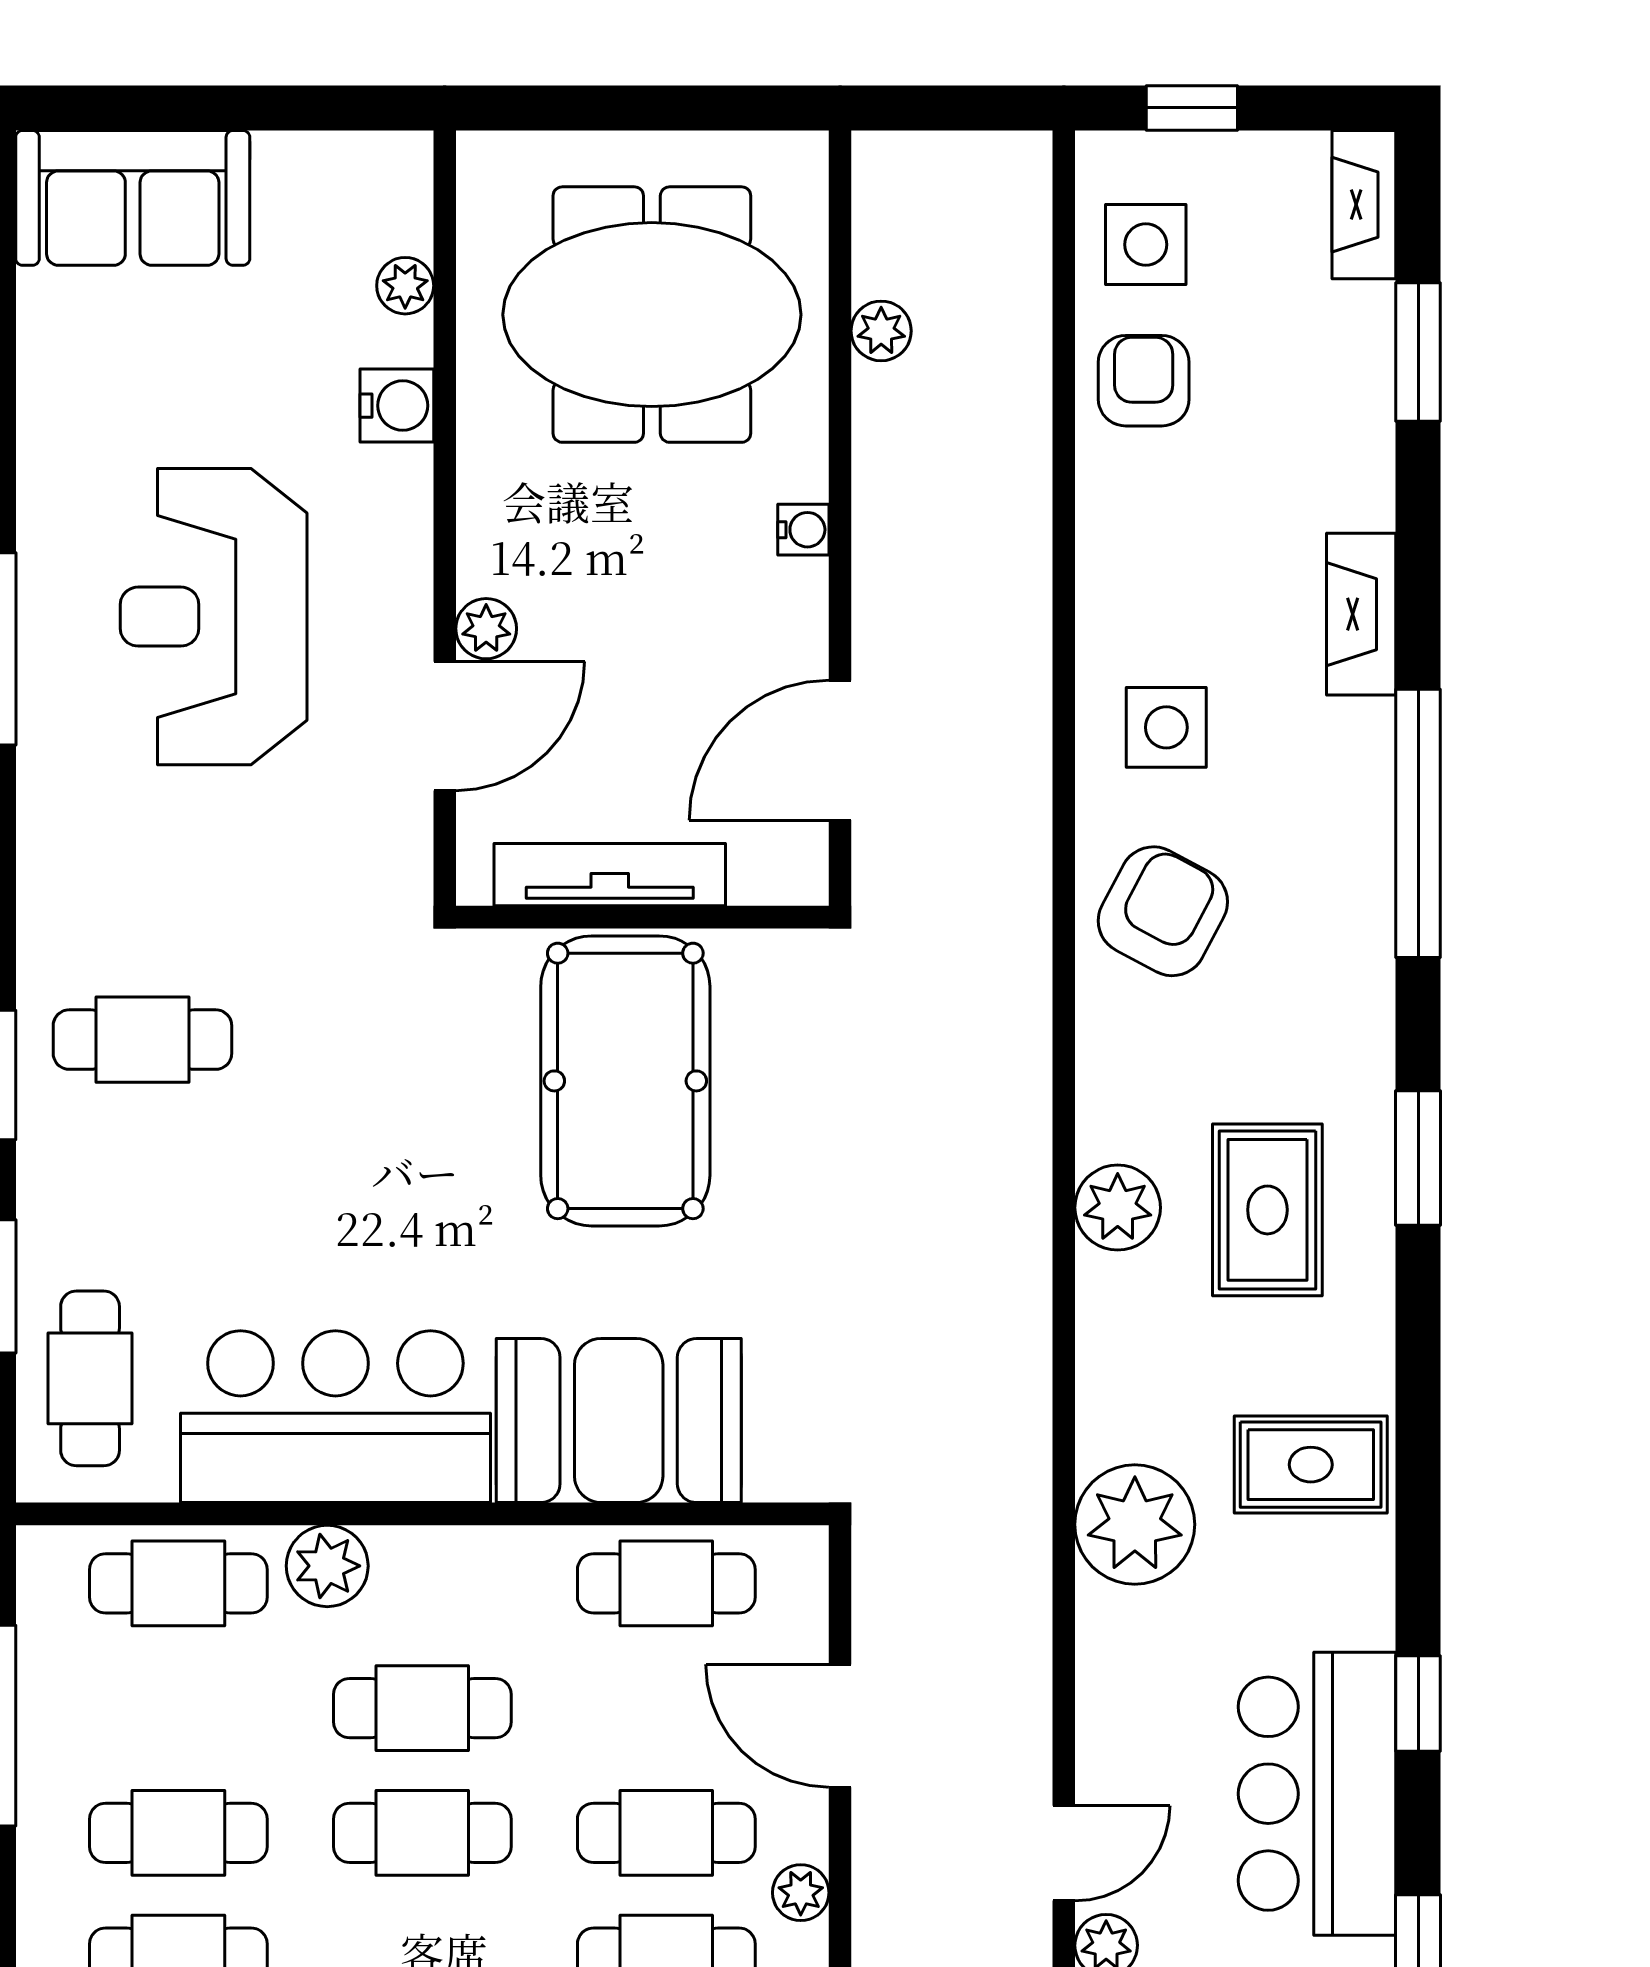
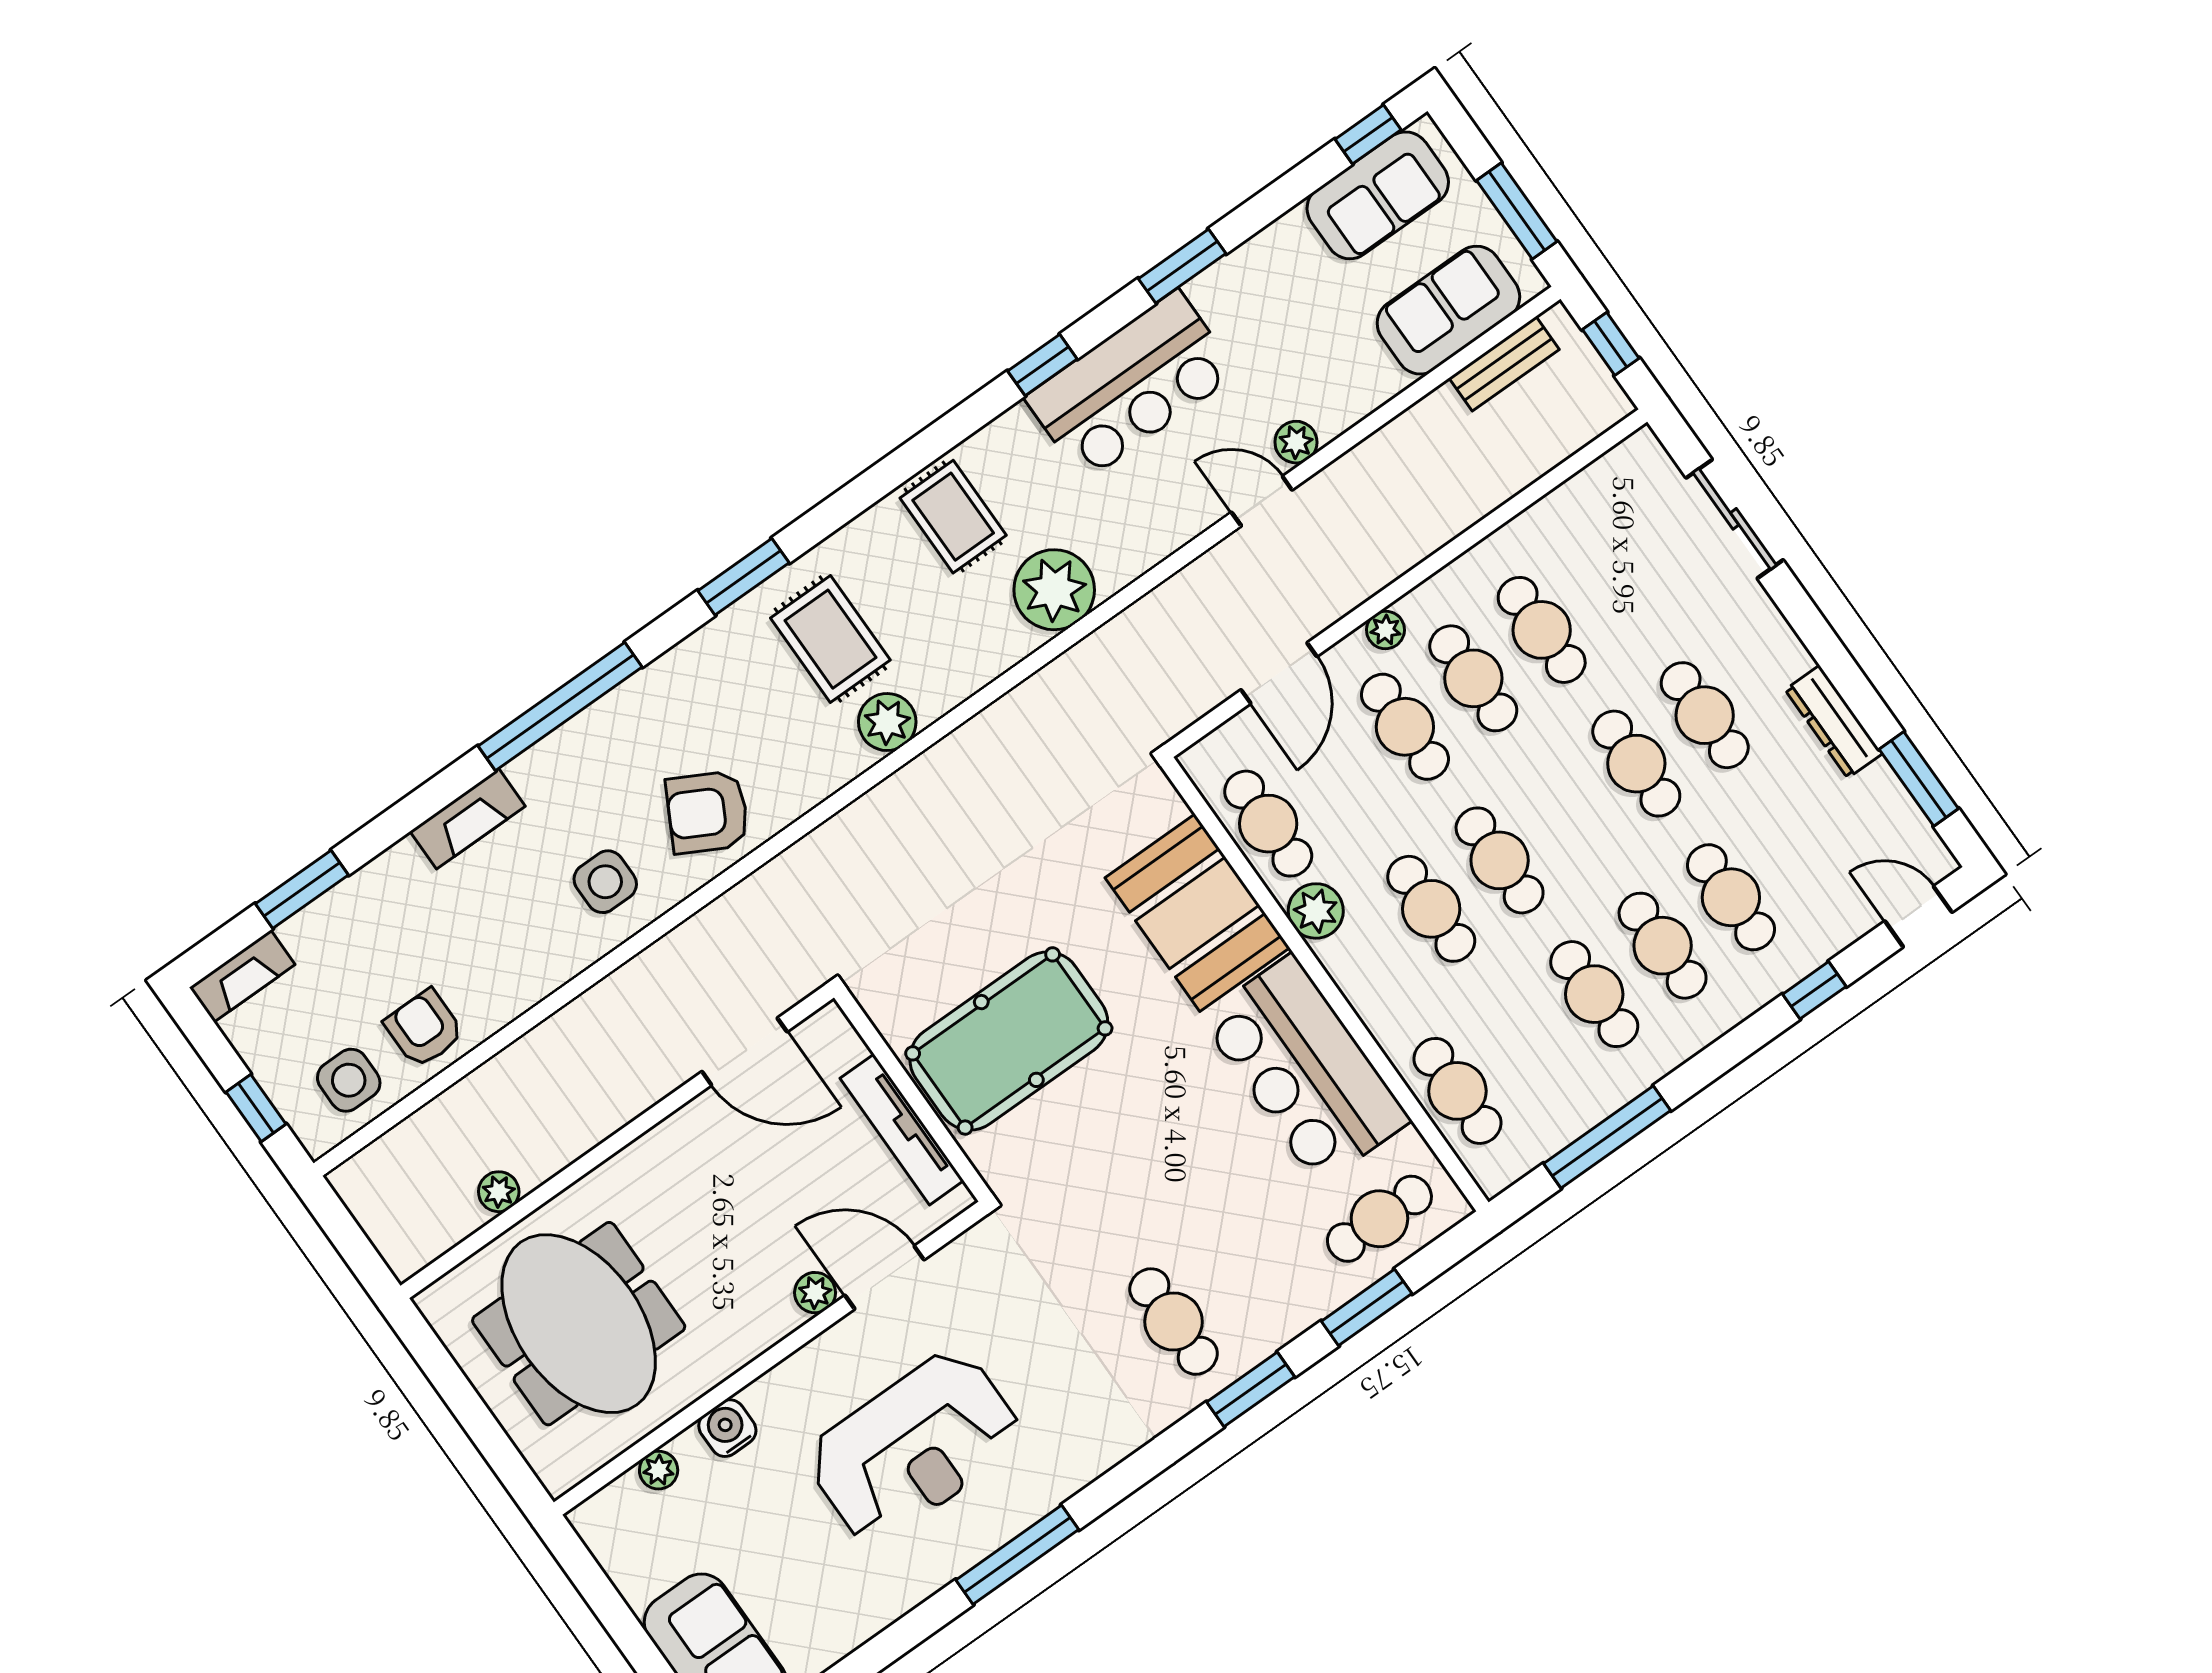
armchair: (1144, 381) -> (424, 1029), turned 90
water cooler: (803, 530) -> (638, 1157), removed
rug: (1267, 1210) -> (830, 639), turned 90
plant: (327, 1566) -> (1316, 911), moved

